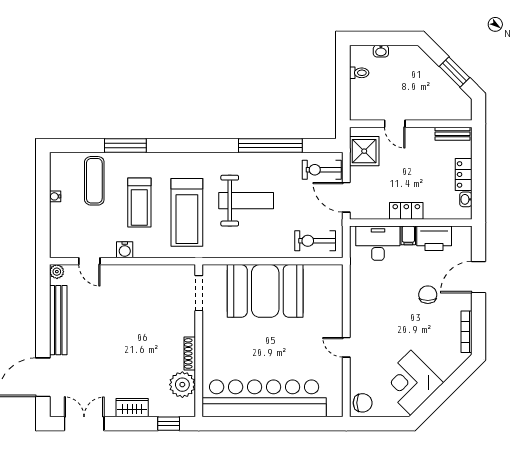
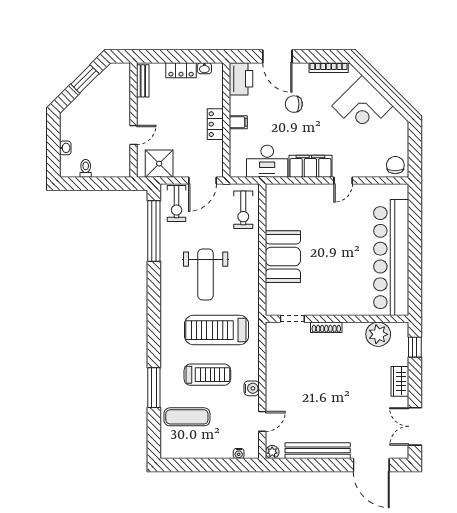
window: (270, 146) -> (154, 231), moved
water cooler: (55, 196) -> (239, 454), moved
weight bench: (246, 201) -> (206, 274), turned 180
treadmill: (187, 212) -> (217, 330), turned 180
printer: (434, 238) -> (241, 79), moved
desk: (378, 243) -> (267, 161), moved, turned -90
booth: (265, 291) -> (283, 257), width x0.73, depth x0.70
doorway: (199, 293) -> (292, 319), width x0.73
filing cabinet: (361, 312) -> (310, 166), added
shoe rack: (190, 353) -> (326, 327), moved
corner desk: (411, 383) -> (362, 106), moved

